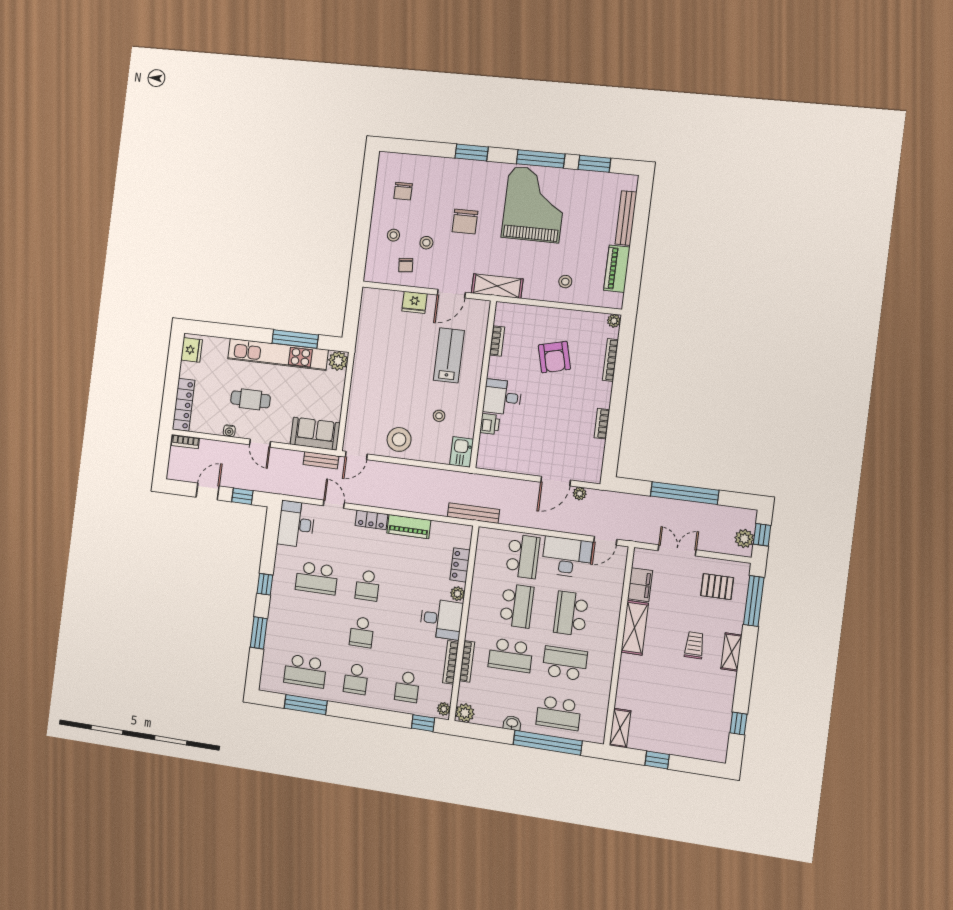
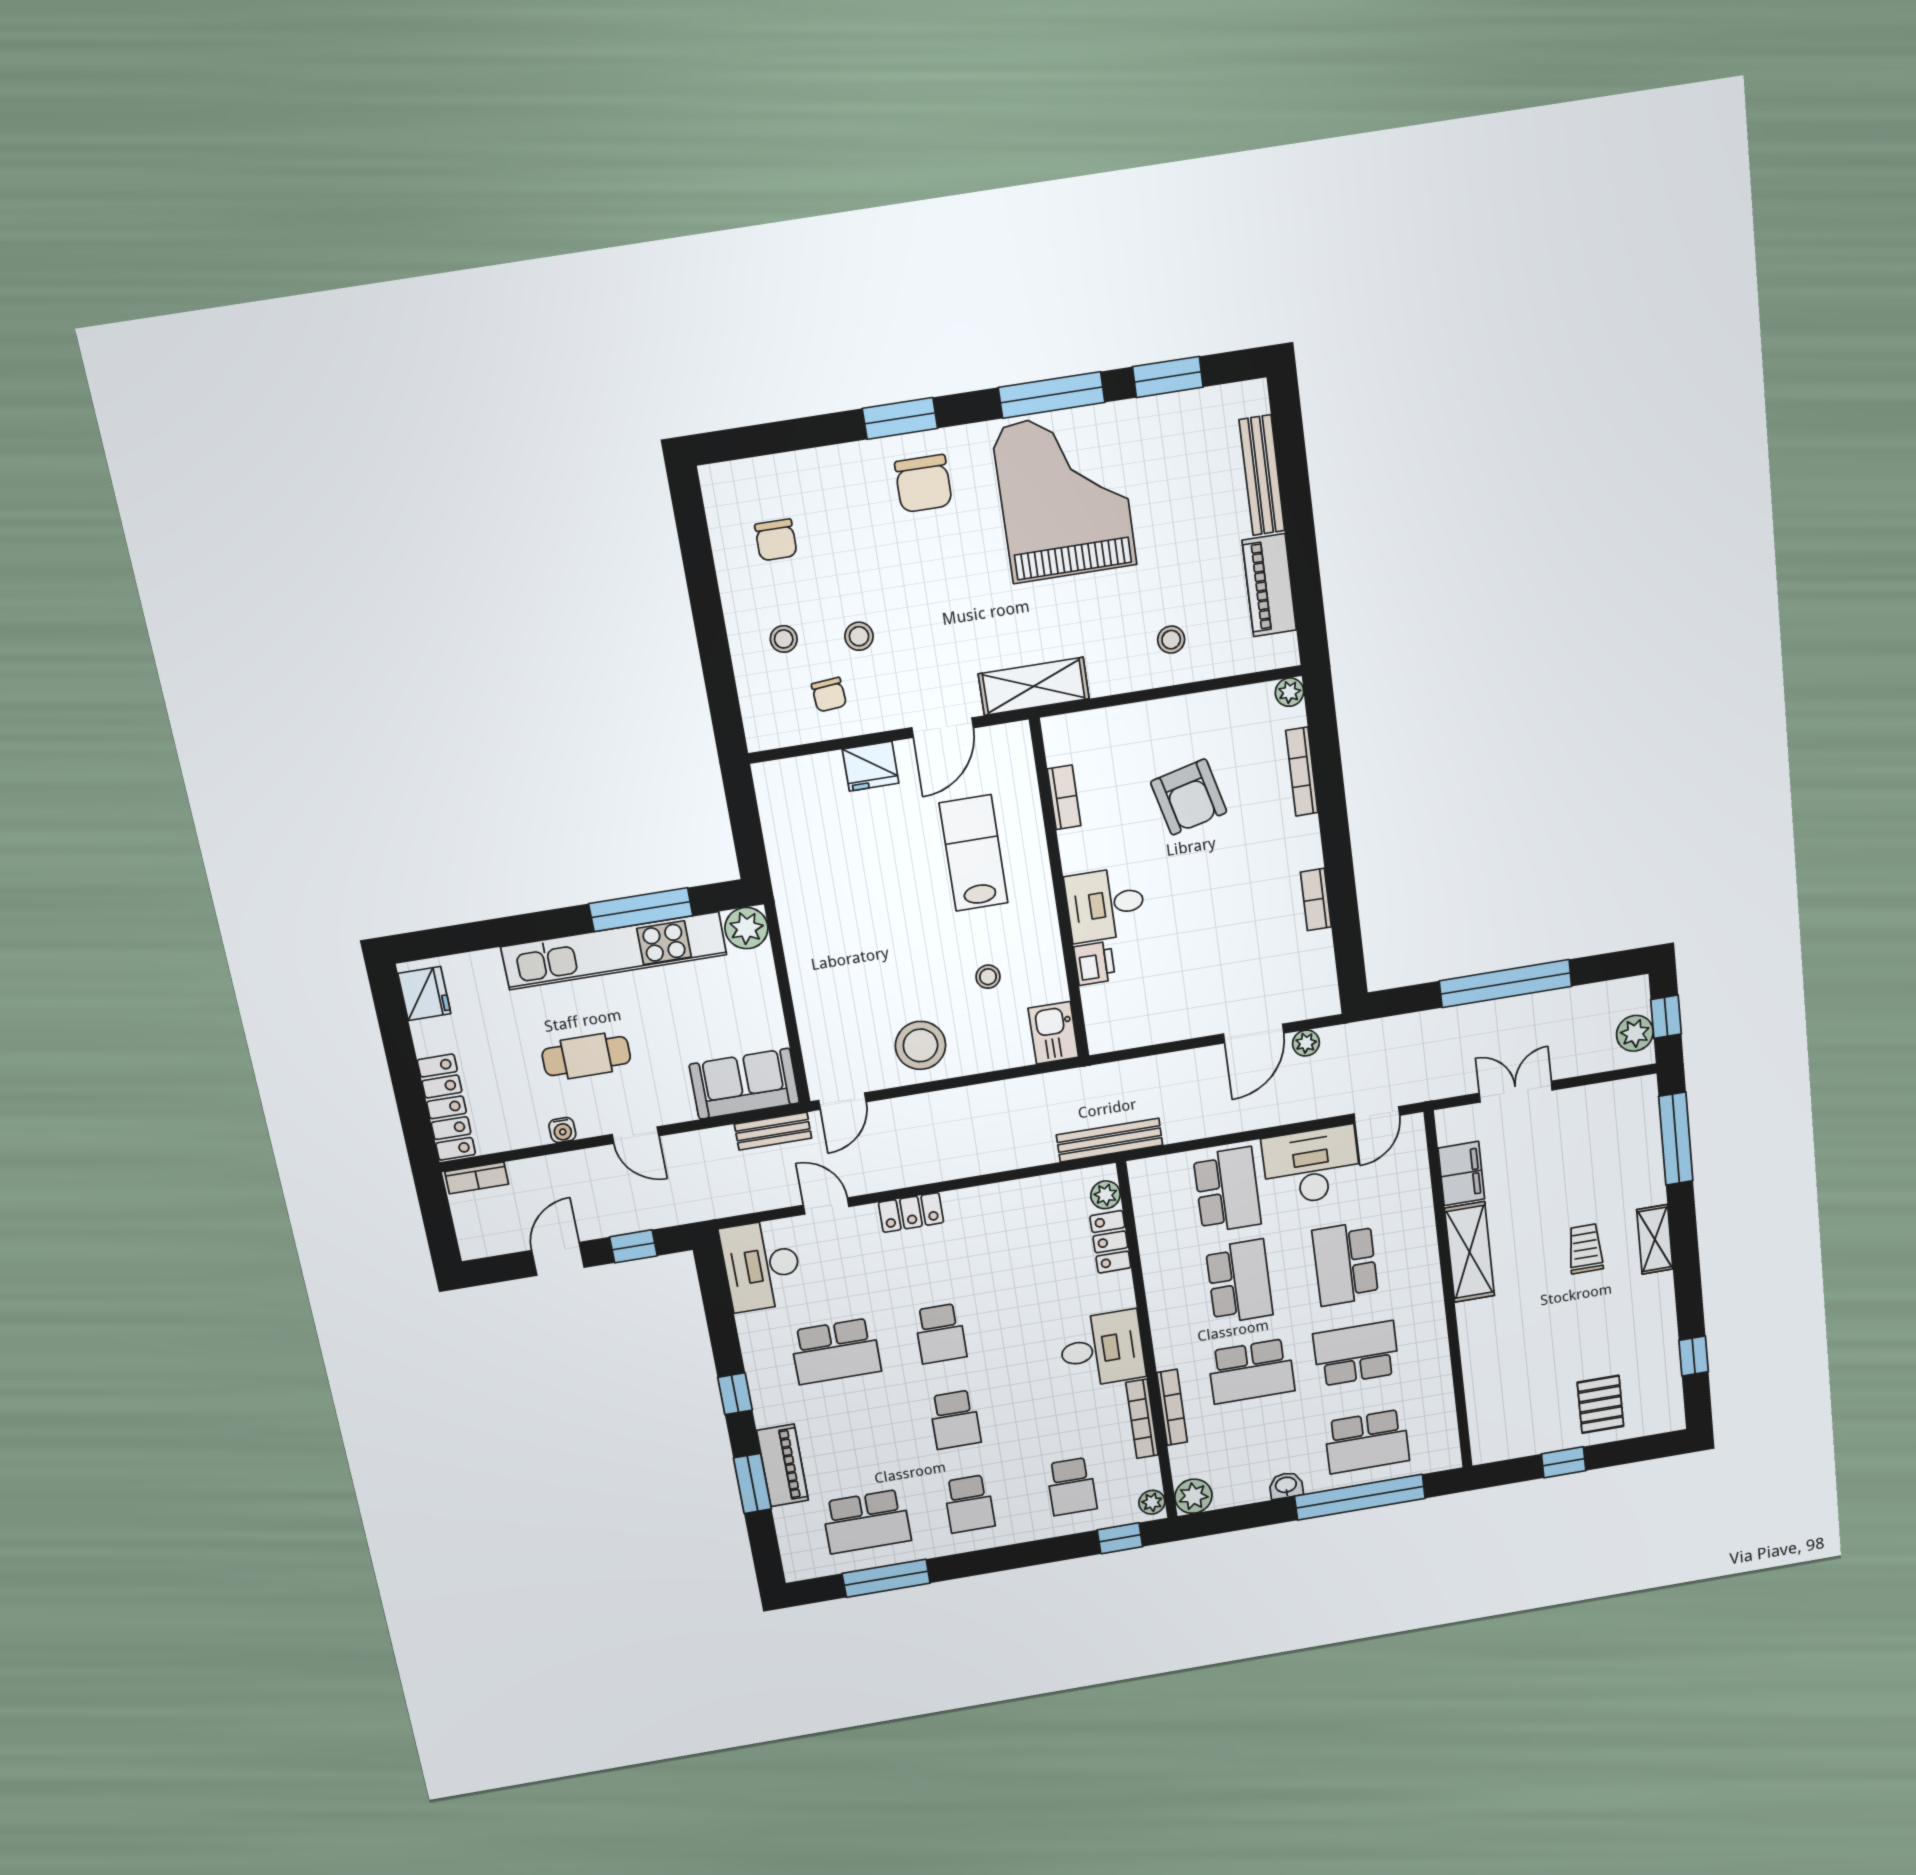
chair: (465, 222) -> (923, 484), moved
piano: (409, 527) -> (782, 1465), moved, turned -90
pallet: (717, 587) -> (1600, 1404), moved, turned 90
plant: (457, 594) -> (1105, 1195), moved
shelving: (620, 728) -> (1485, 1431), removed

